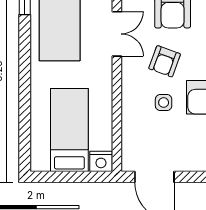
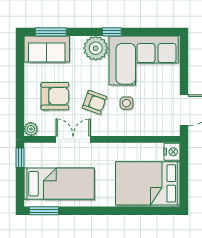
bed: (69, 130) -> (148, 183), width x1.50

